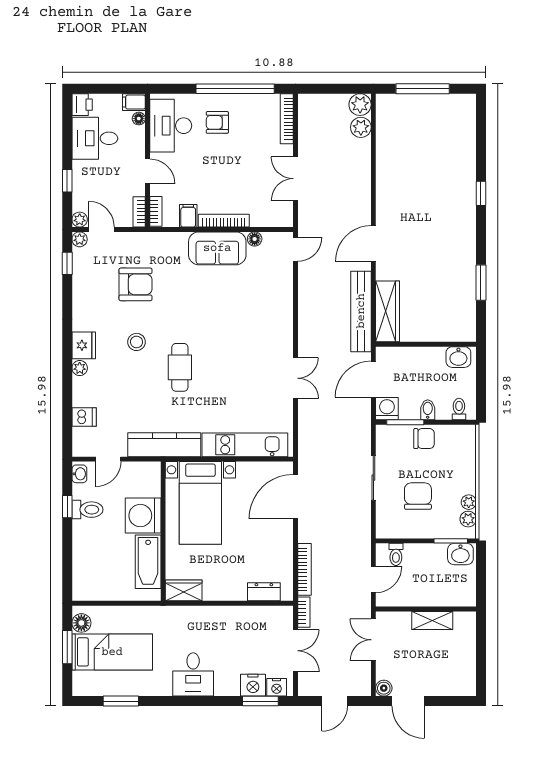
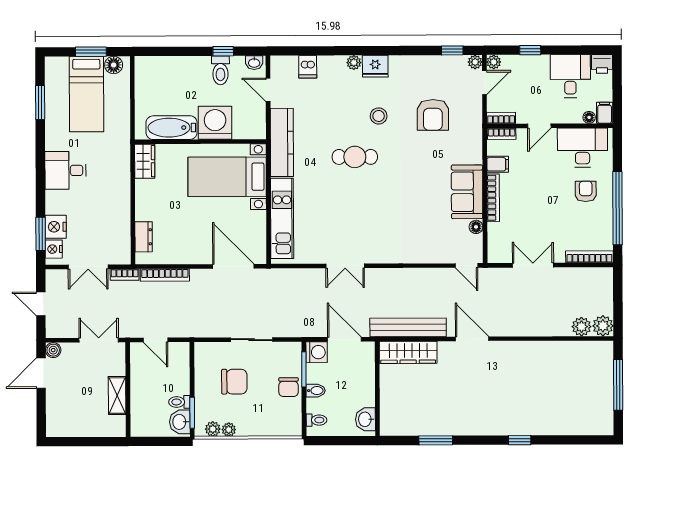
toilet: (396, 554) -> (179, 402), moved

